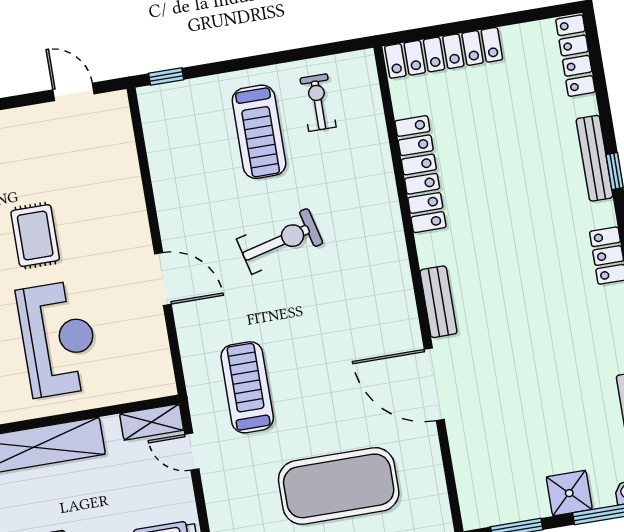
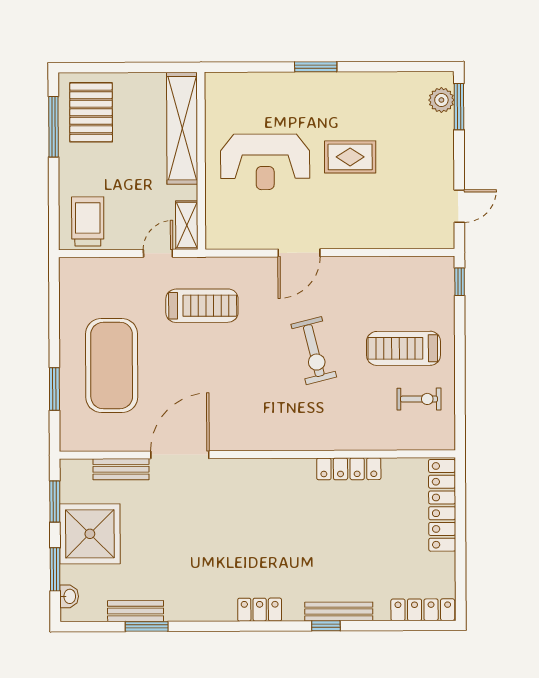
locker: (420, 174) -> (349, 469), width x0.71, depth x0.83
bench: (438, 302) -> (121, 469), moved
shower: (569, 493) -> (90, 534), width x1.86, depth x1.86

